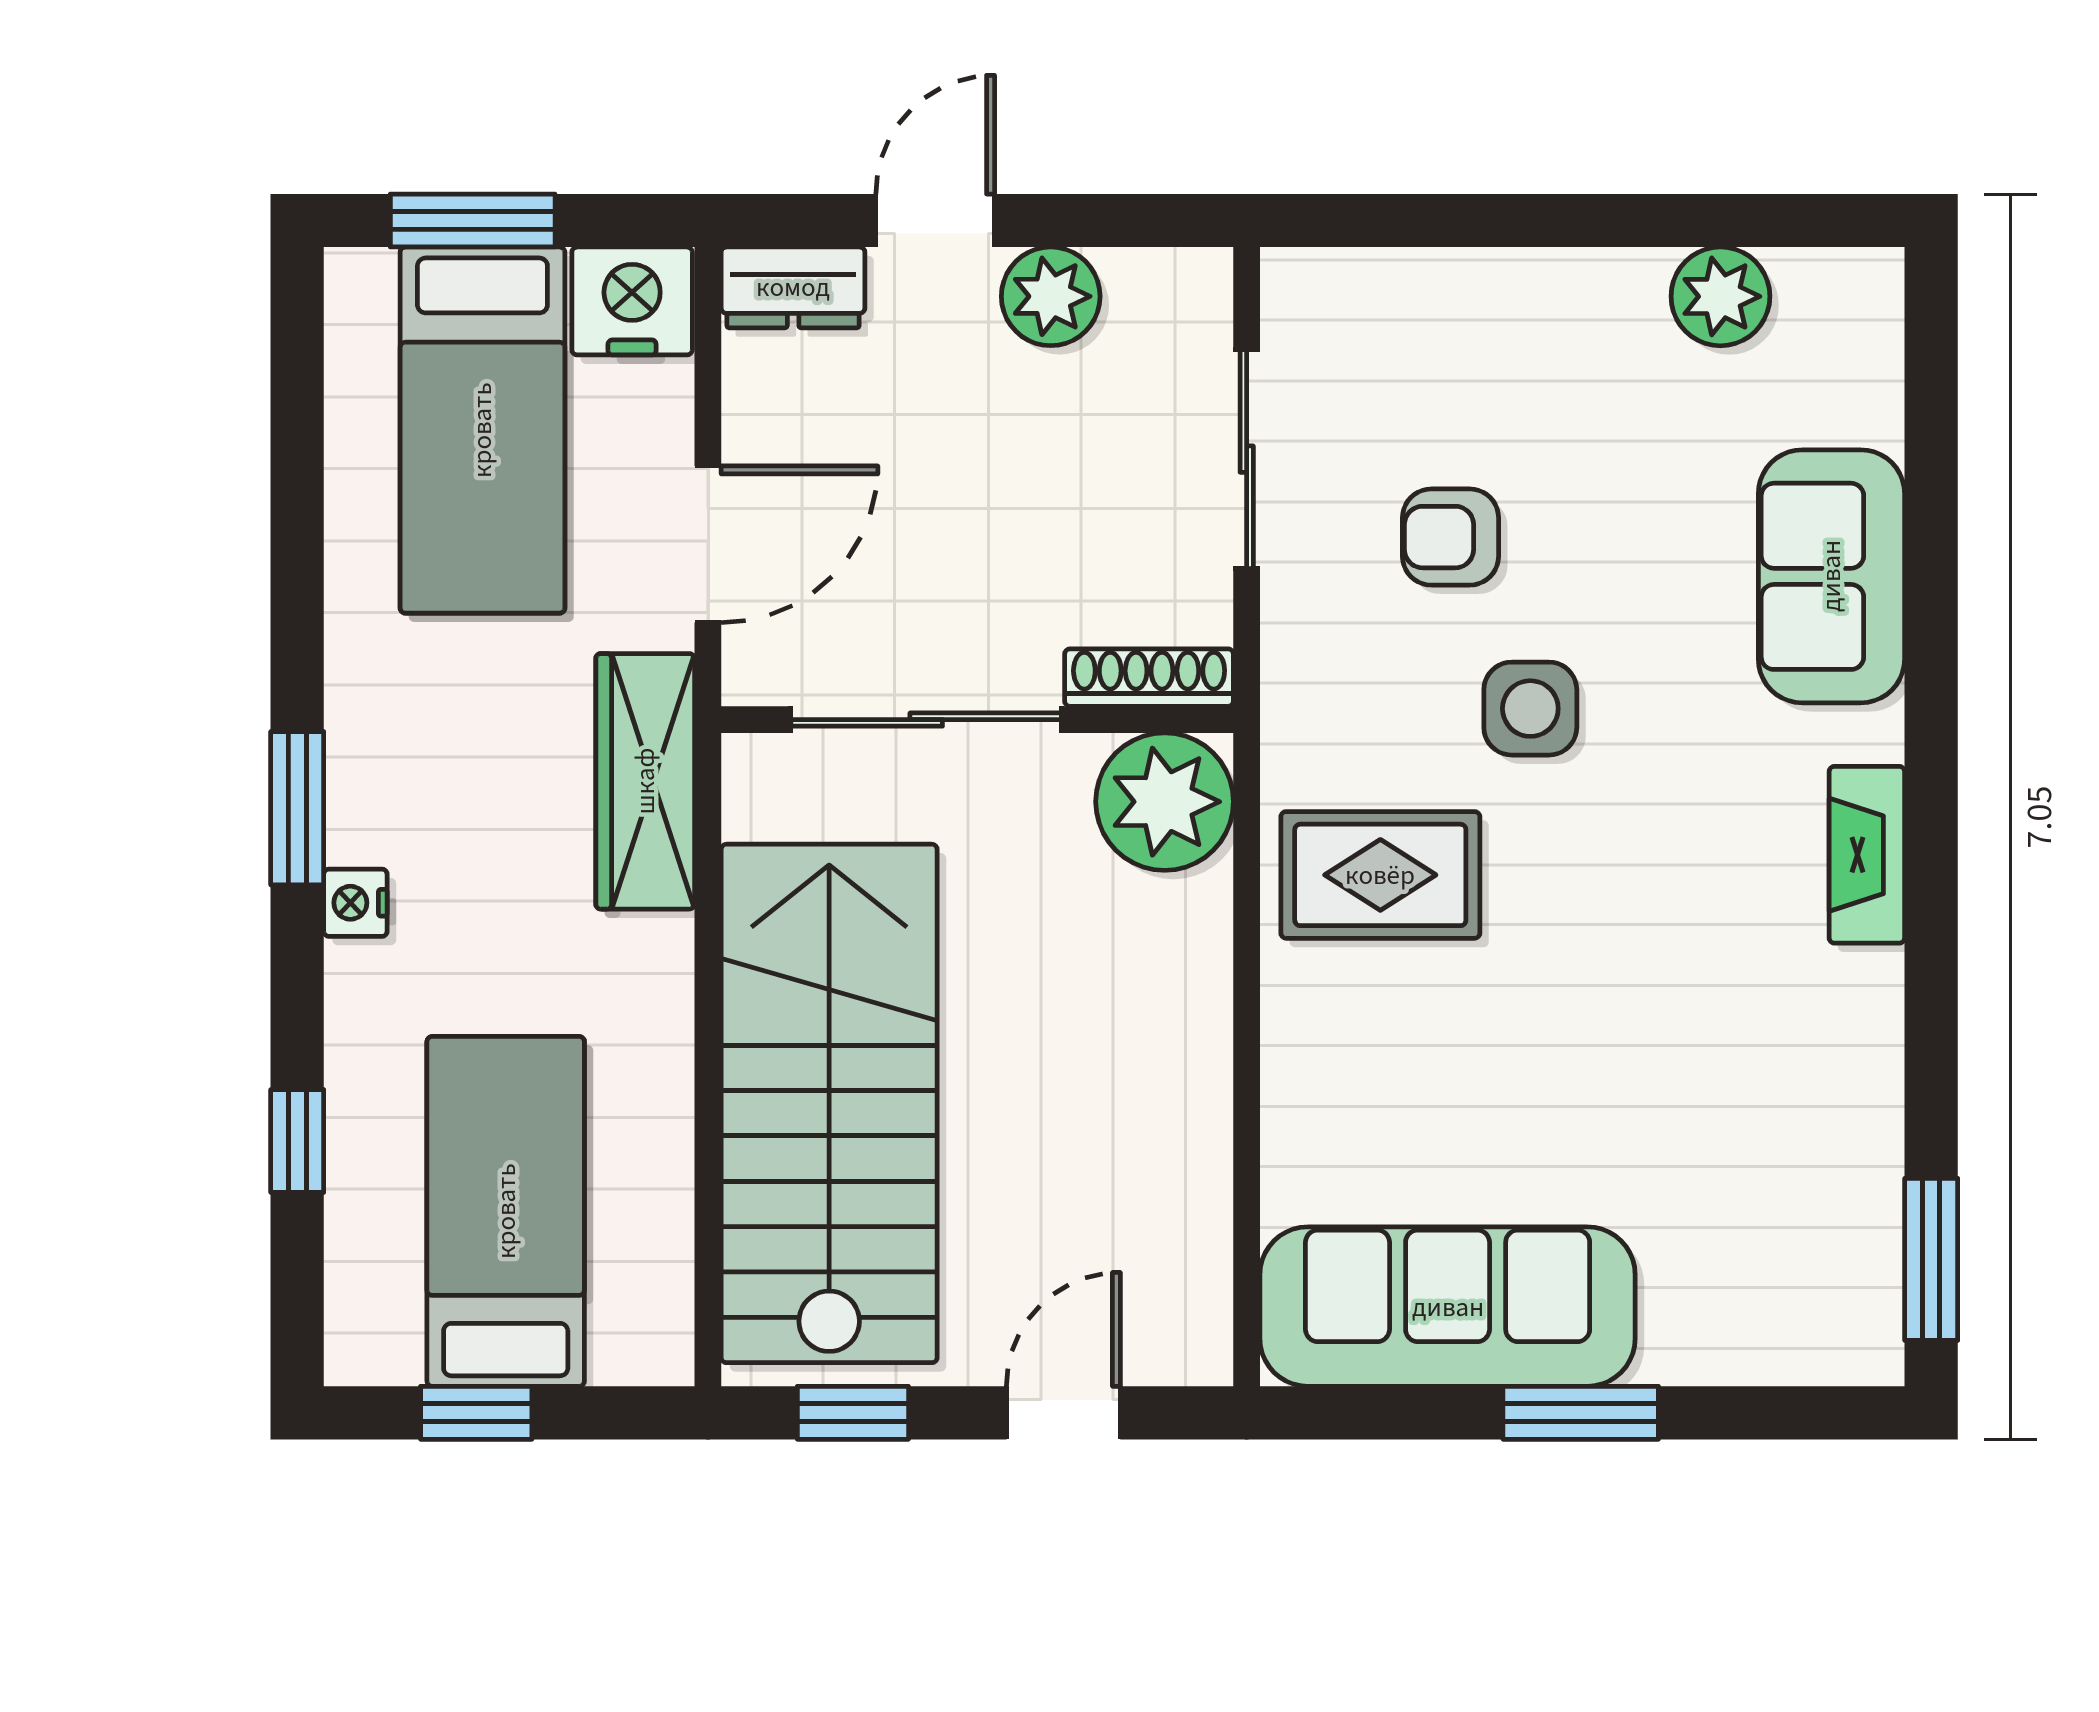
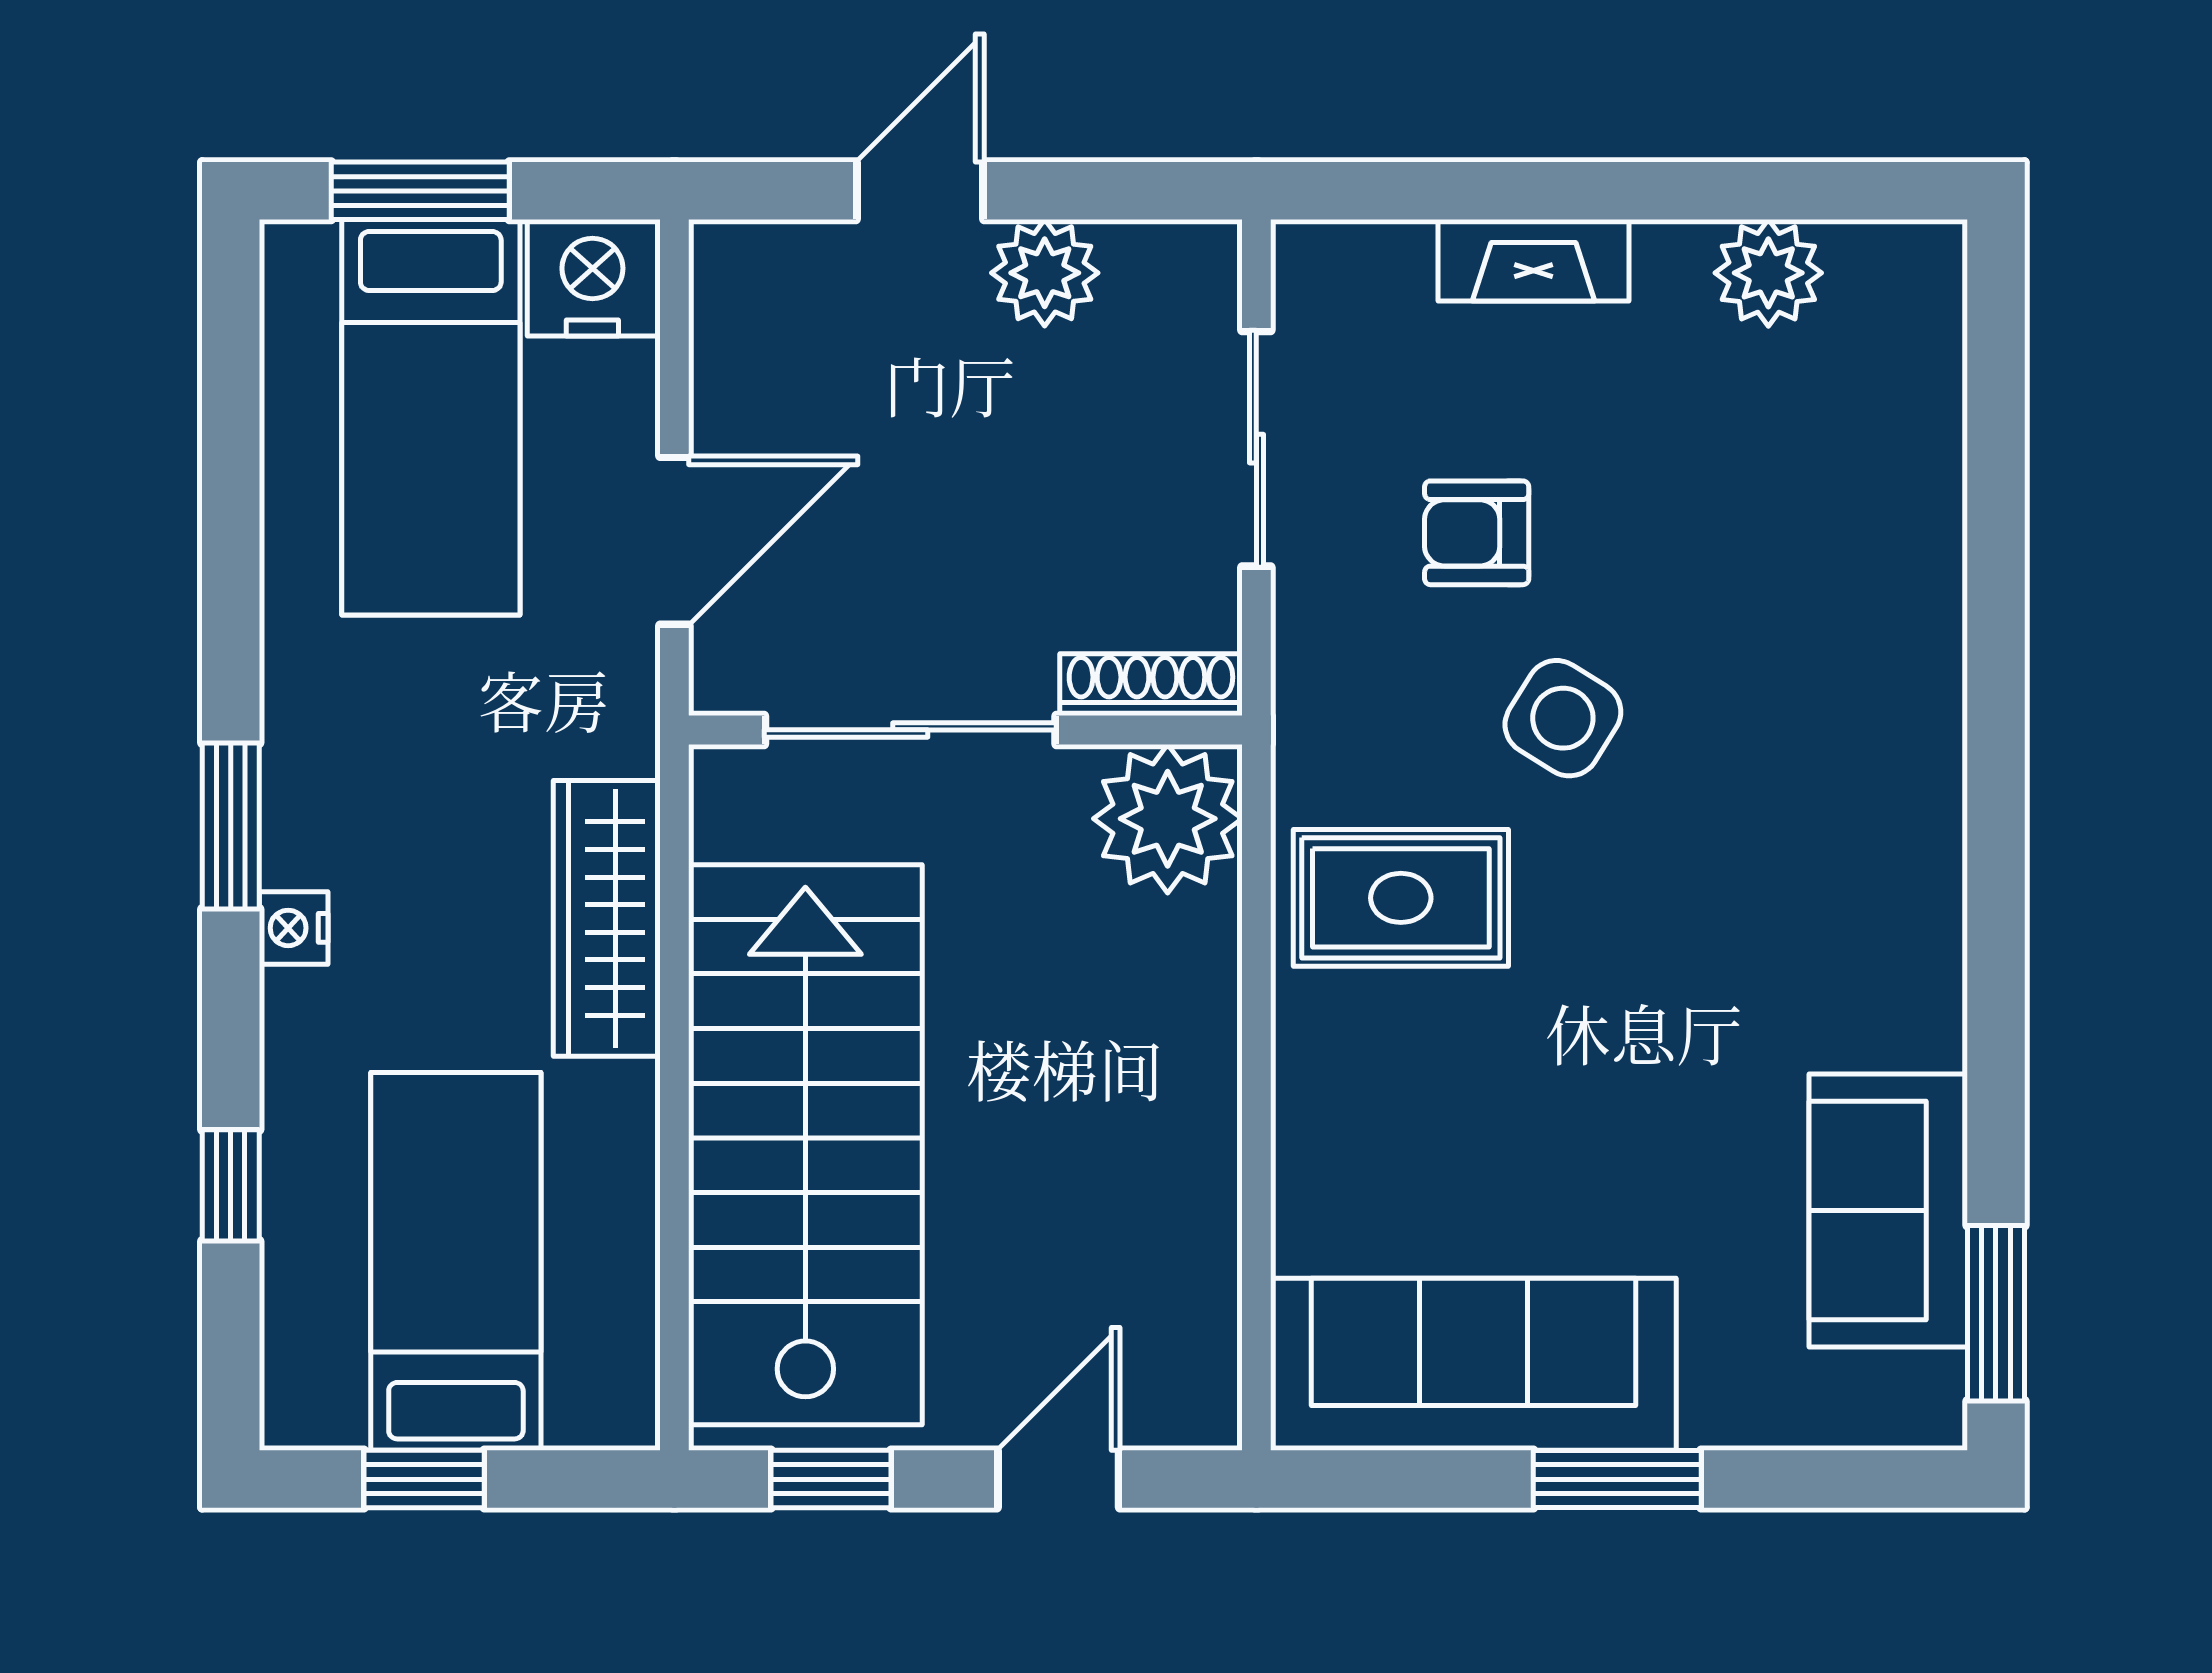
dresser: (793, 287) -> (766, 263), removed
sofa: (1831, 576) -> (1888, 1211), moved
side table: (1530, 709) -> (1563, 718), turned 32
wardrobe: (645, 781) -> (607, 918), moved
fireplace: (1867, 855) -> (1533, 260), moved, turned -90

